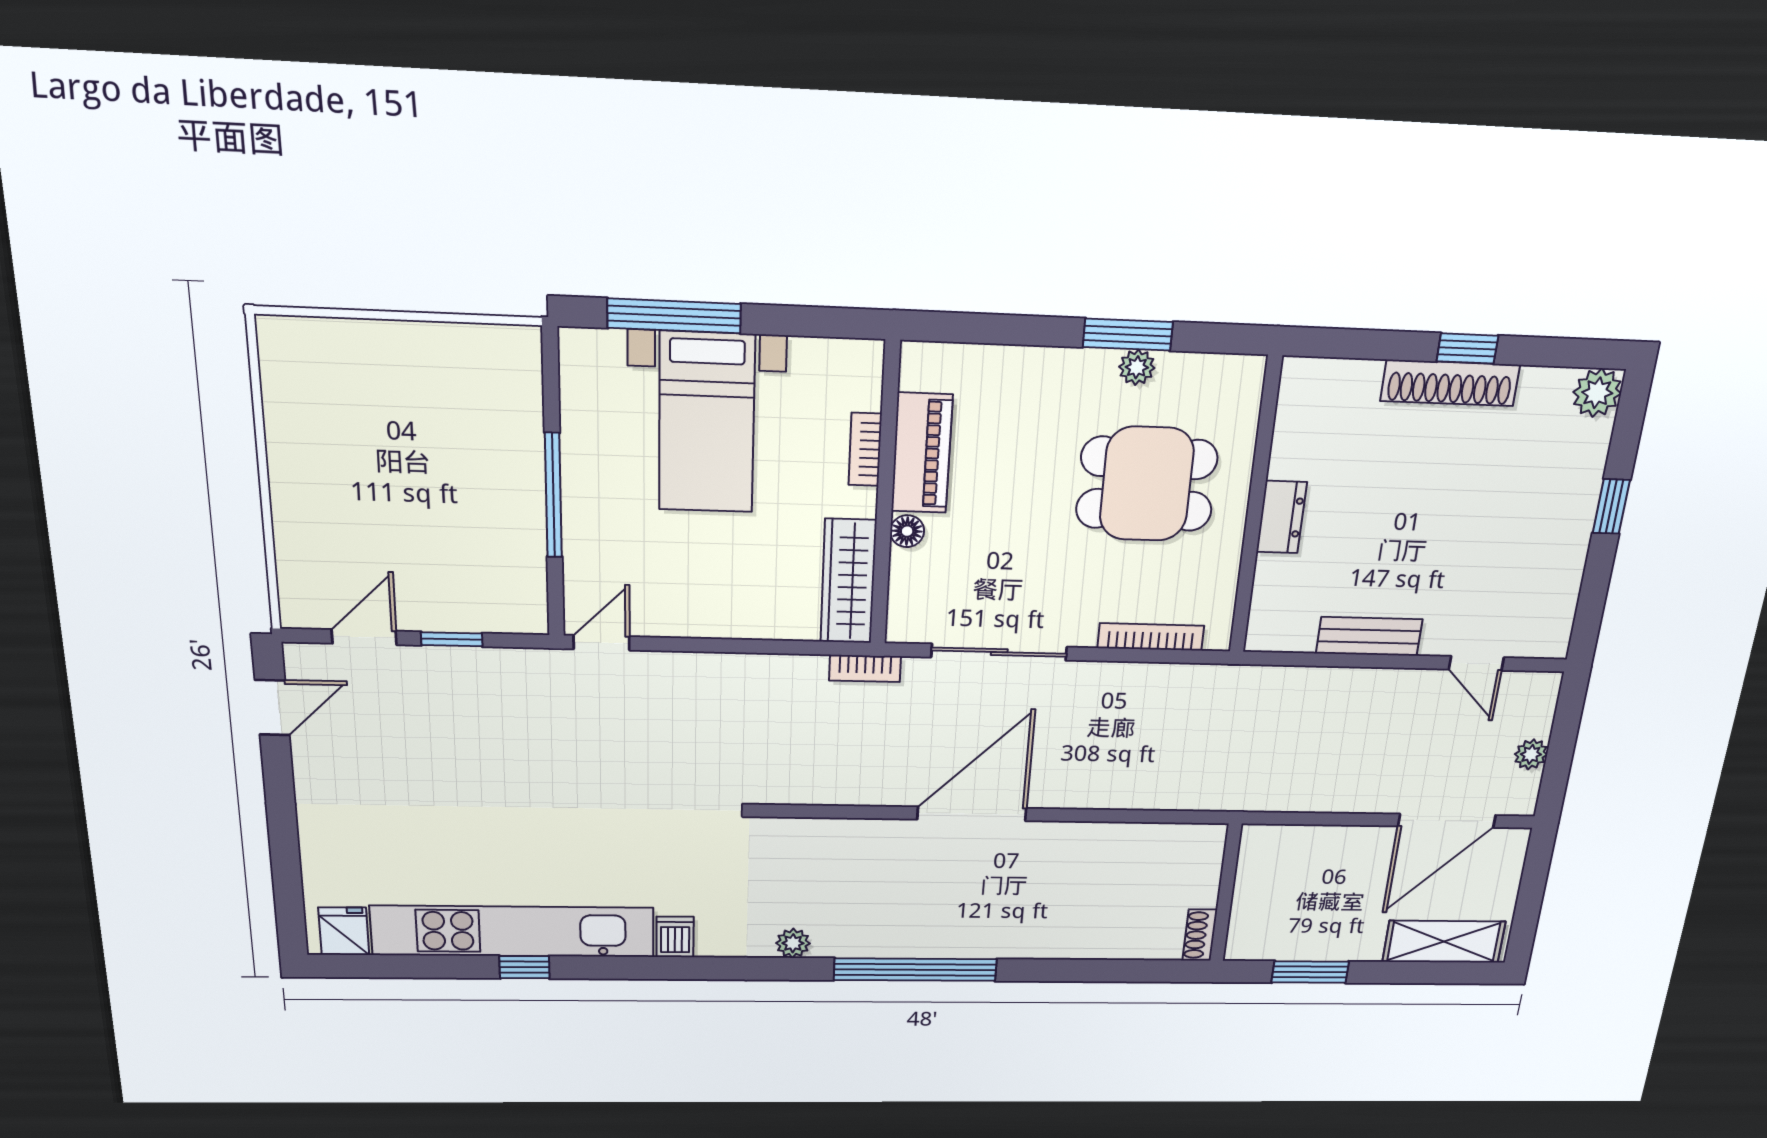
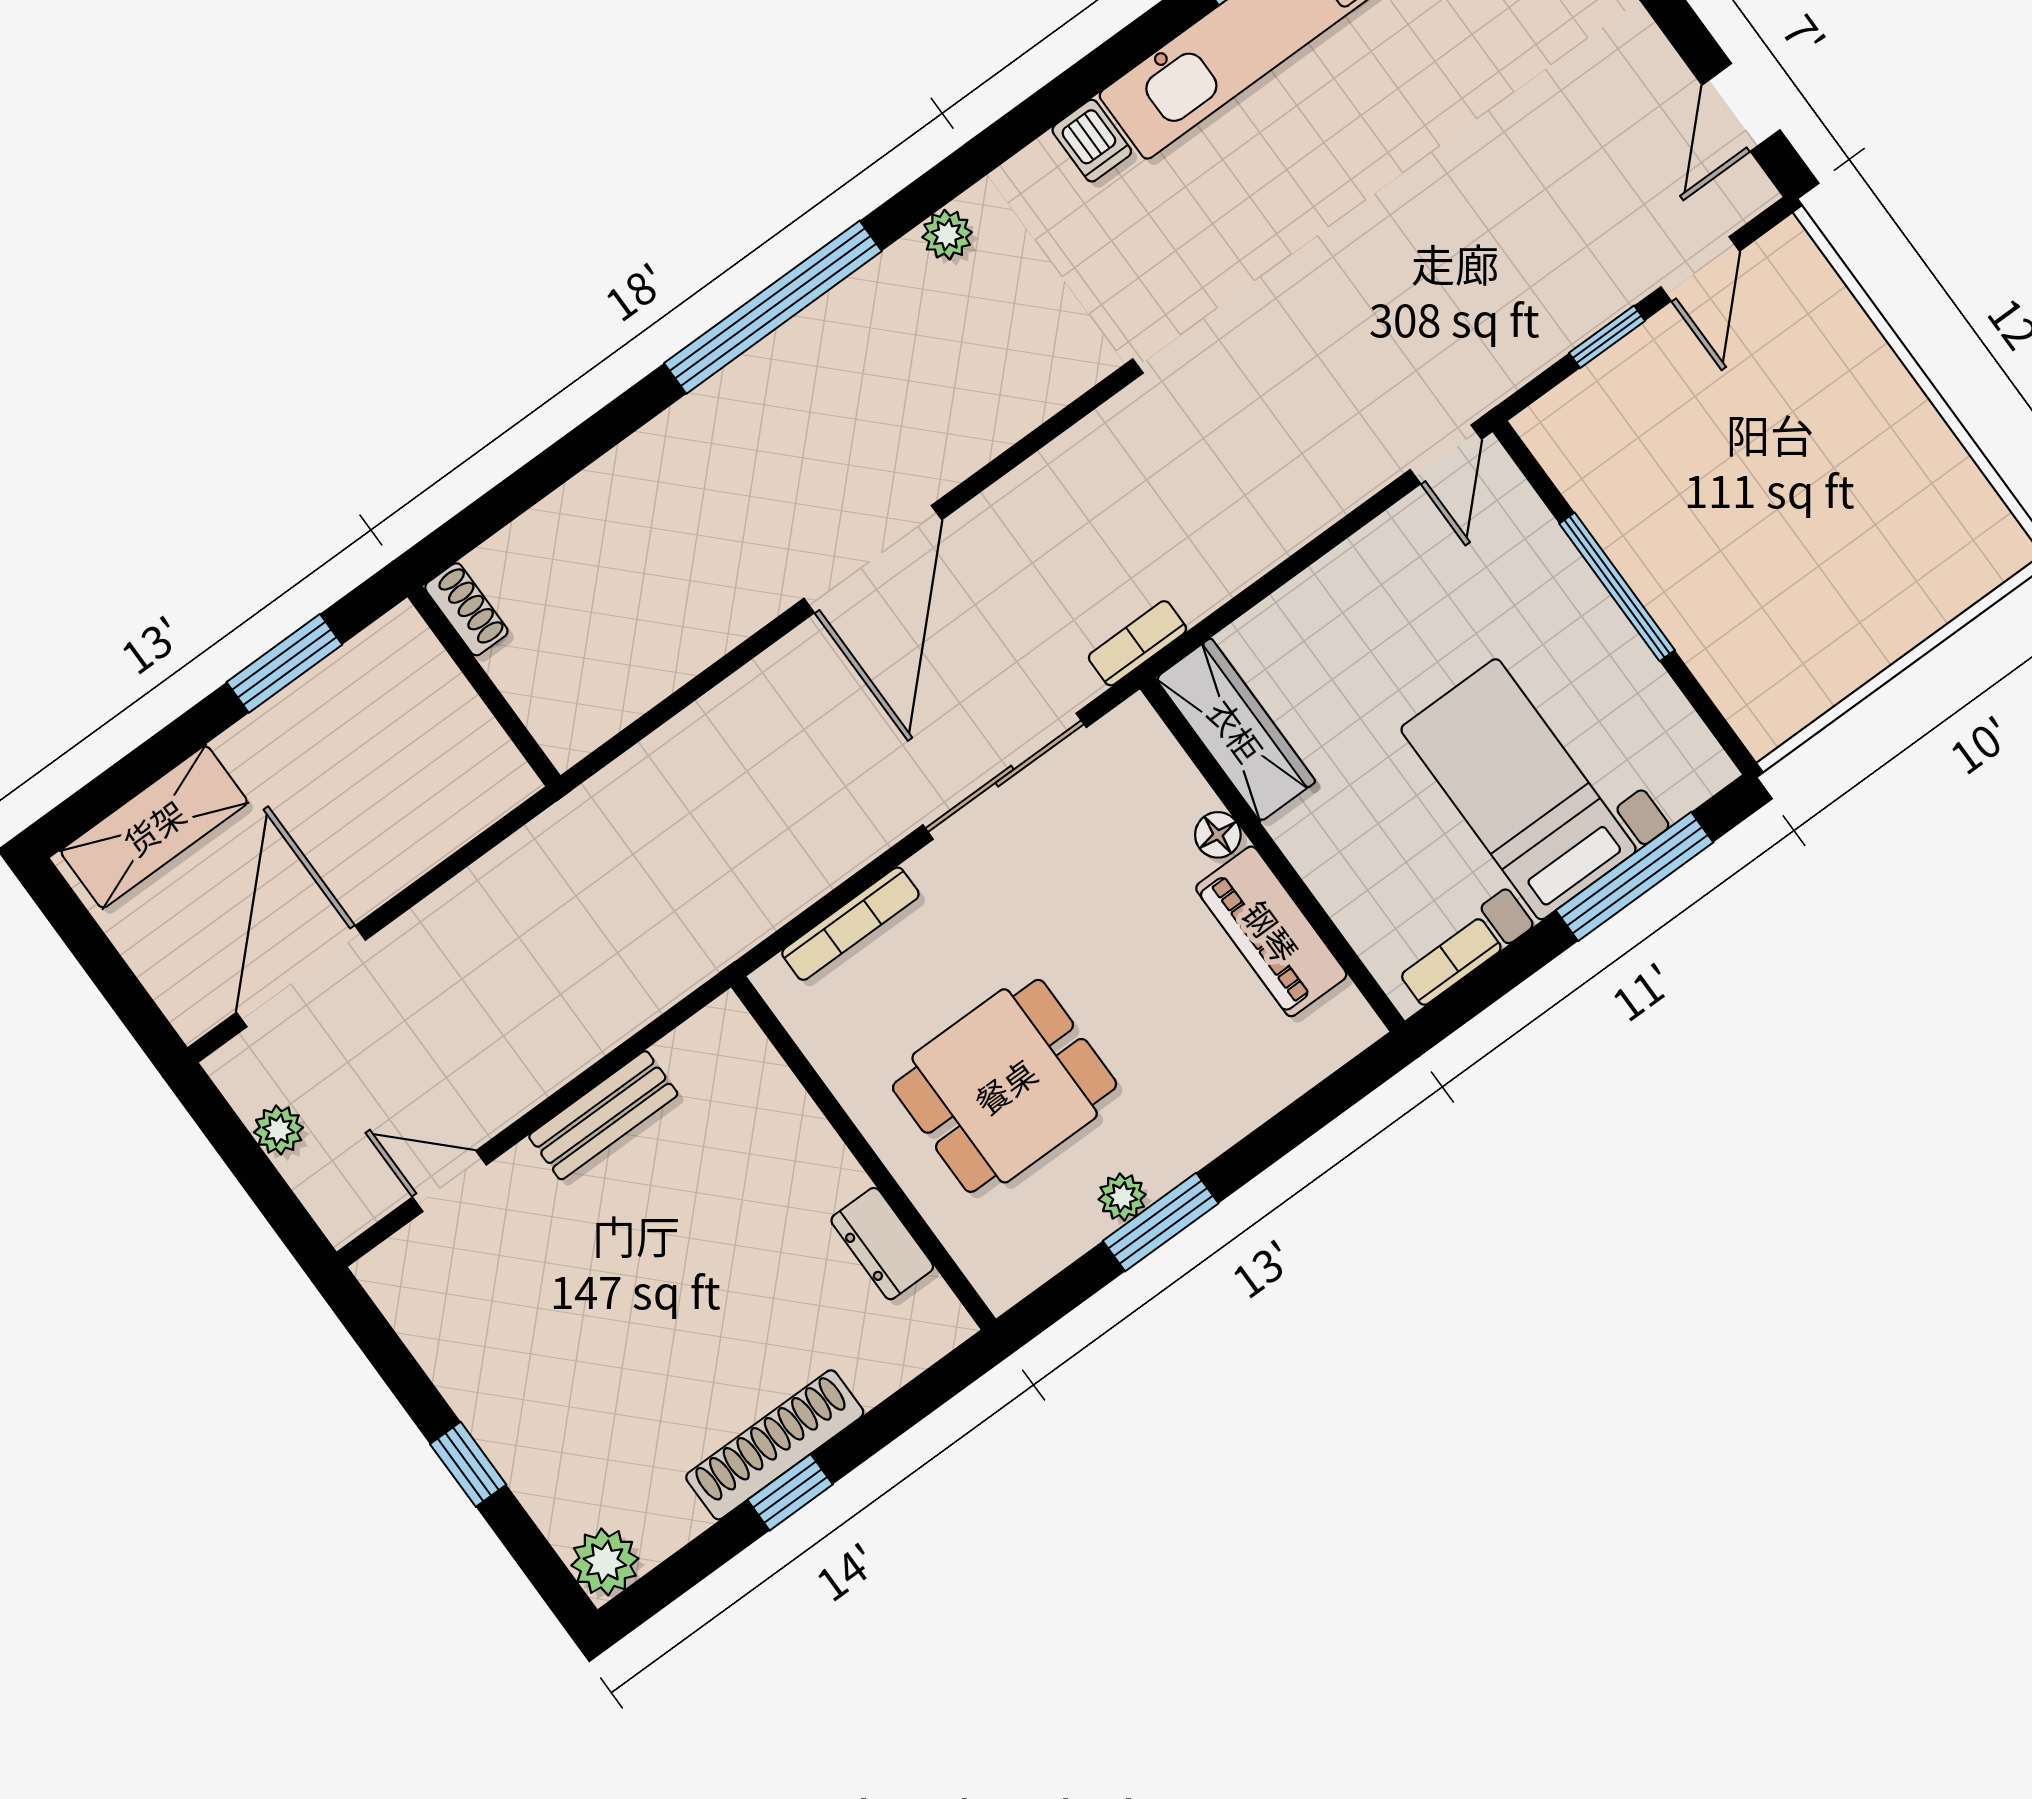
bookcase: (865, 449) -> (1451, 962), moved, turned -90
dresser: (1281, 517) -> (882, 1244), moved

